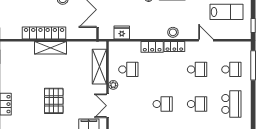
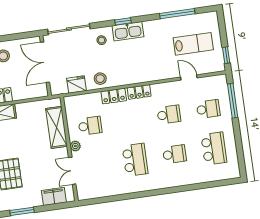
stool: (173, 32) -> (100, 79), moved
door: (206, 40) -> (189, 78), moved
school desk: (163, 104) -> (135, 160), width x1.85

